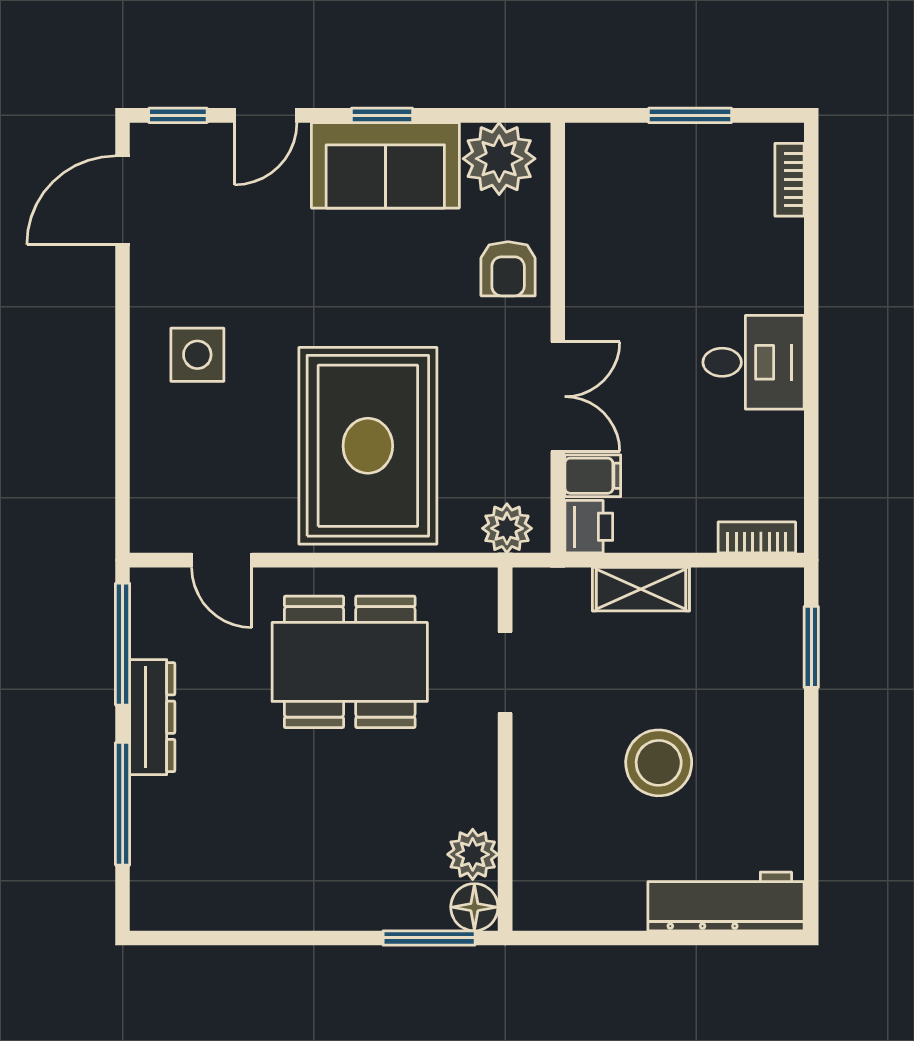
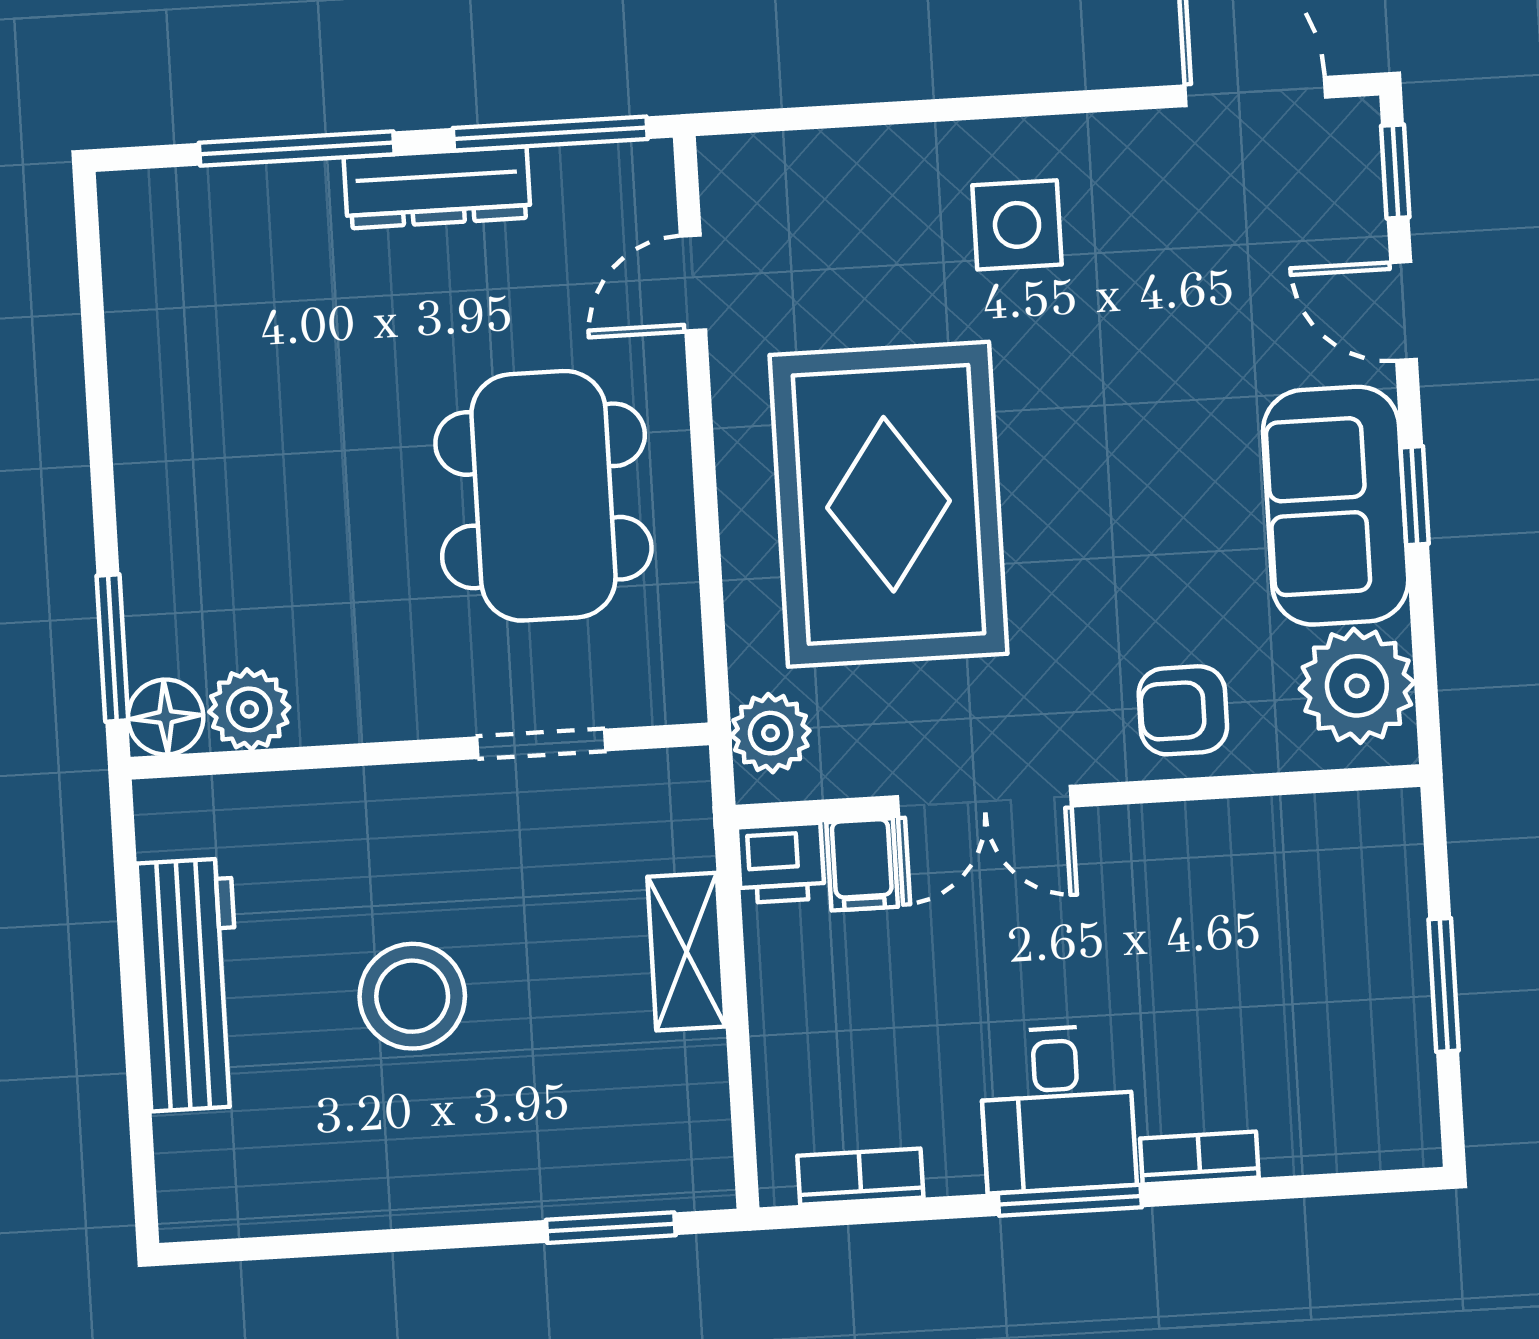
bookcase: (789, 180) -> (1199, 1158), moved
window: (811, 358) -> (1070, 1200), added
rug: (368, 446) -> (888, 504), turned 90
bookcase: (757, 537) -> (860, 1177), moved, turned -90
workbench: (726, 901) -> (191, 985), moved

